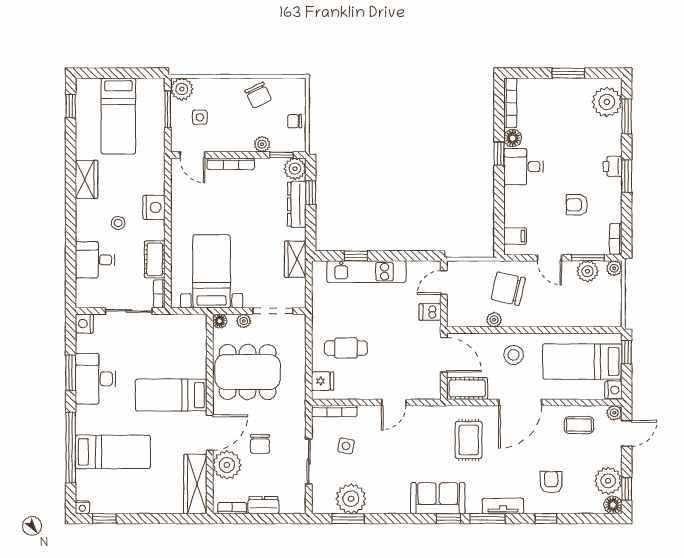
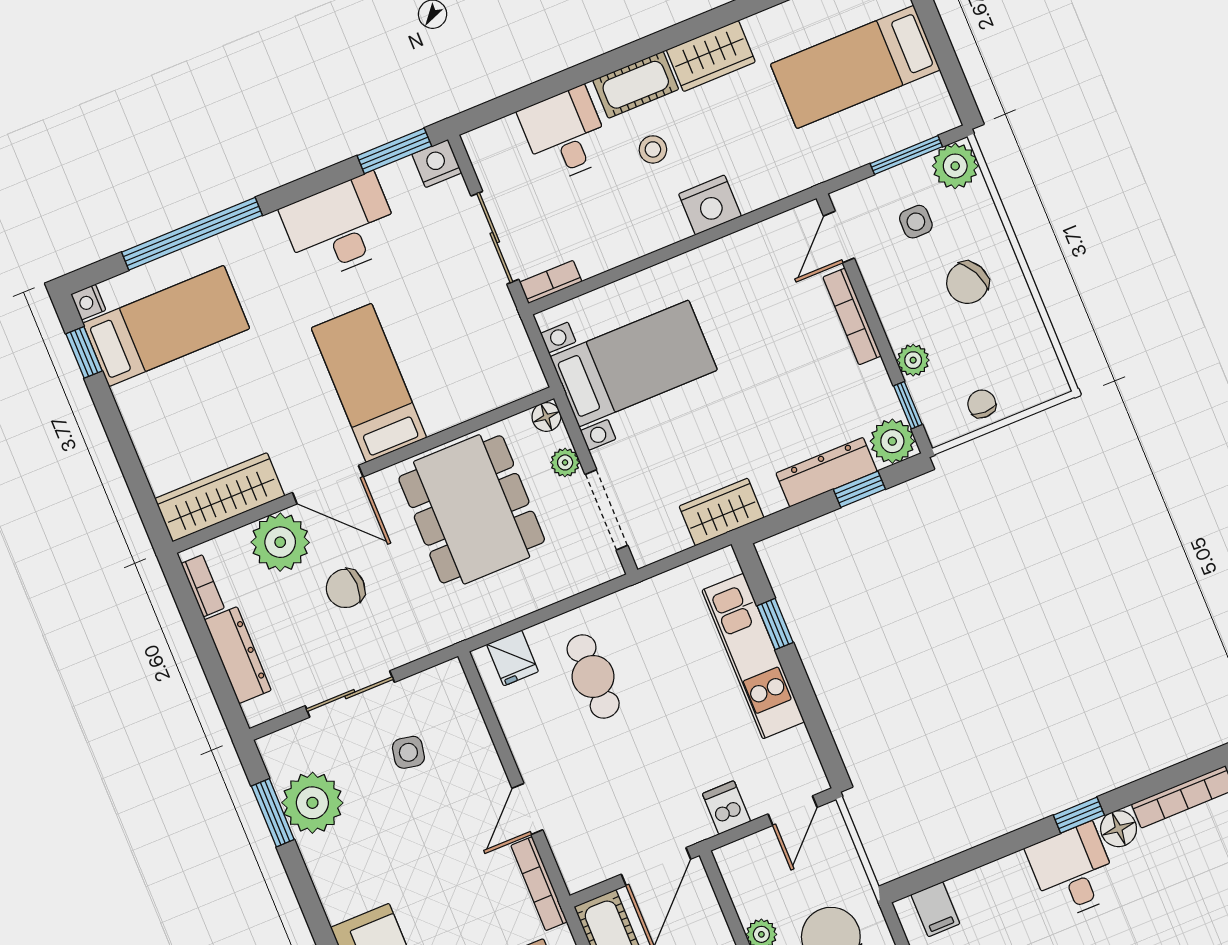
chair: (258, 95) -> (967, 283), moved
cot: (155, 259) -> (636, 85), moved
door: (444, 283) -> (793, 811), swing flipped
window: (71, 373) -> (394, 151), moved
door: (394, 402) -> (527, 809), hinge flipped
bookcase: (334, 411) -> (539, 884), moved
bed: (113, 452) -> (166, 326), moved, turned -90
dresser: (263, 505) -> (238, 655), width x1.44

